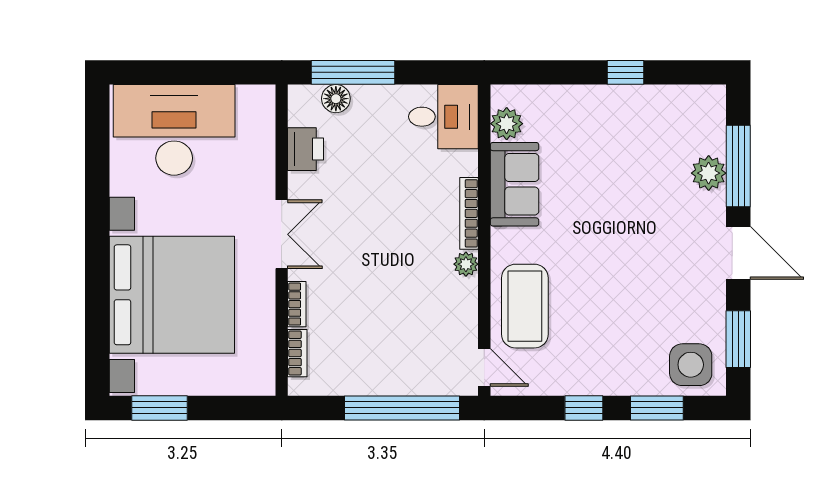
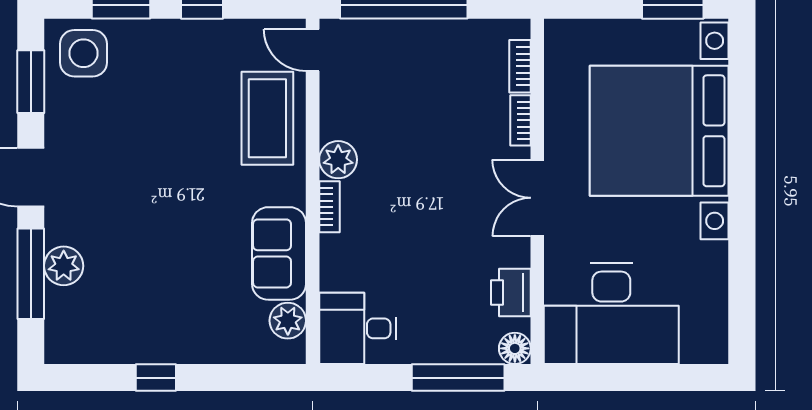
floor lamp: (336, 99) -> (515, 348), moved
desk: (174, 130) -> (611, 314), moved
bookcase: (469, 213) -> (329, 207), width x0.64
plant: (466, 264) -> (338, 160), width x1.38, depth x1.38

